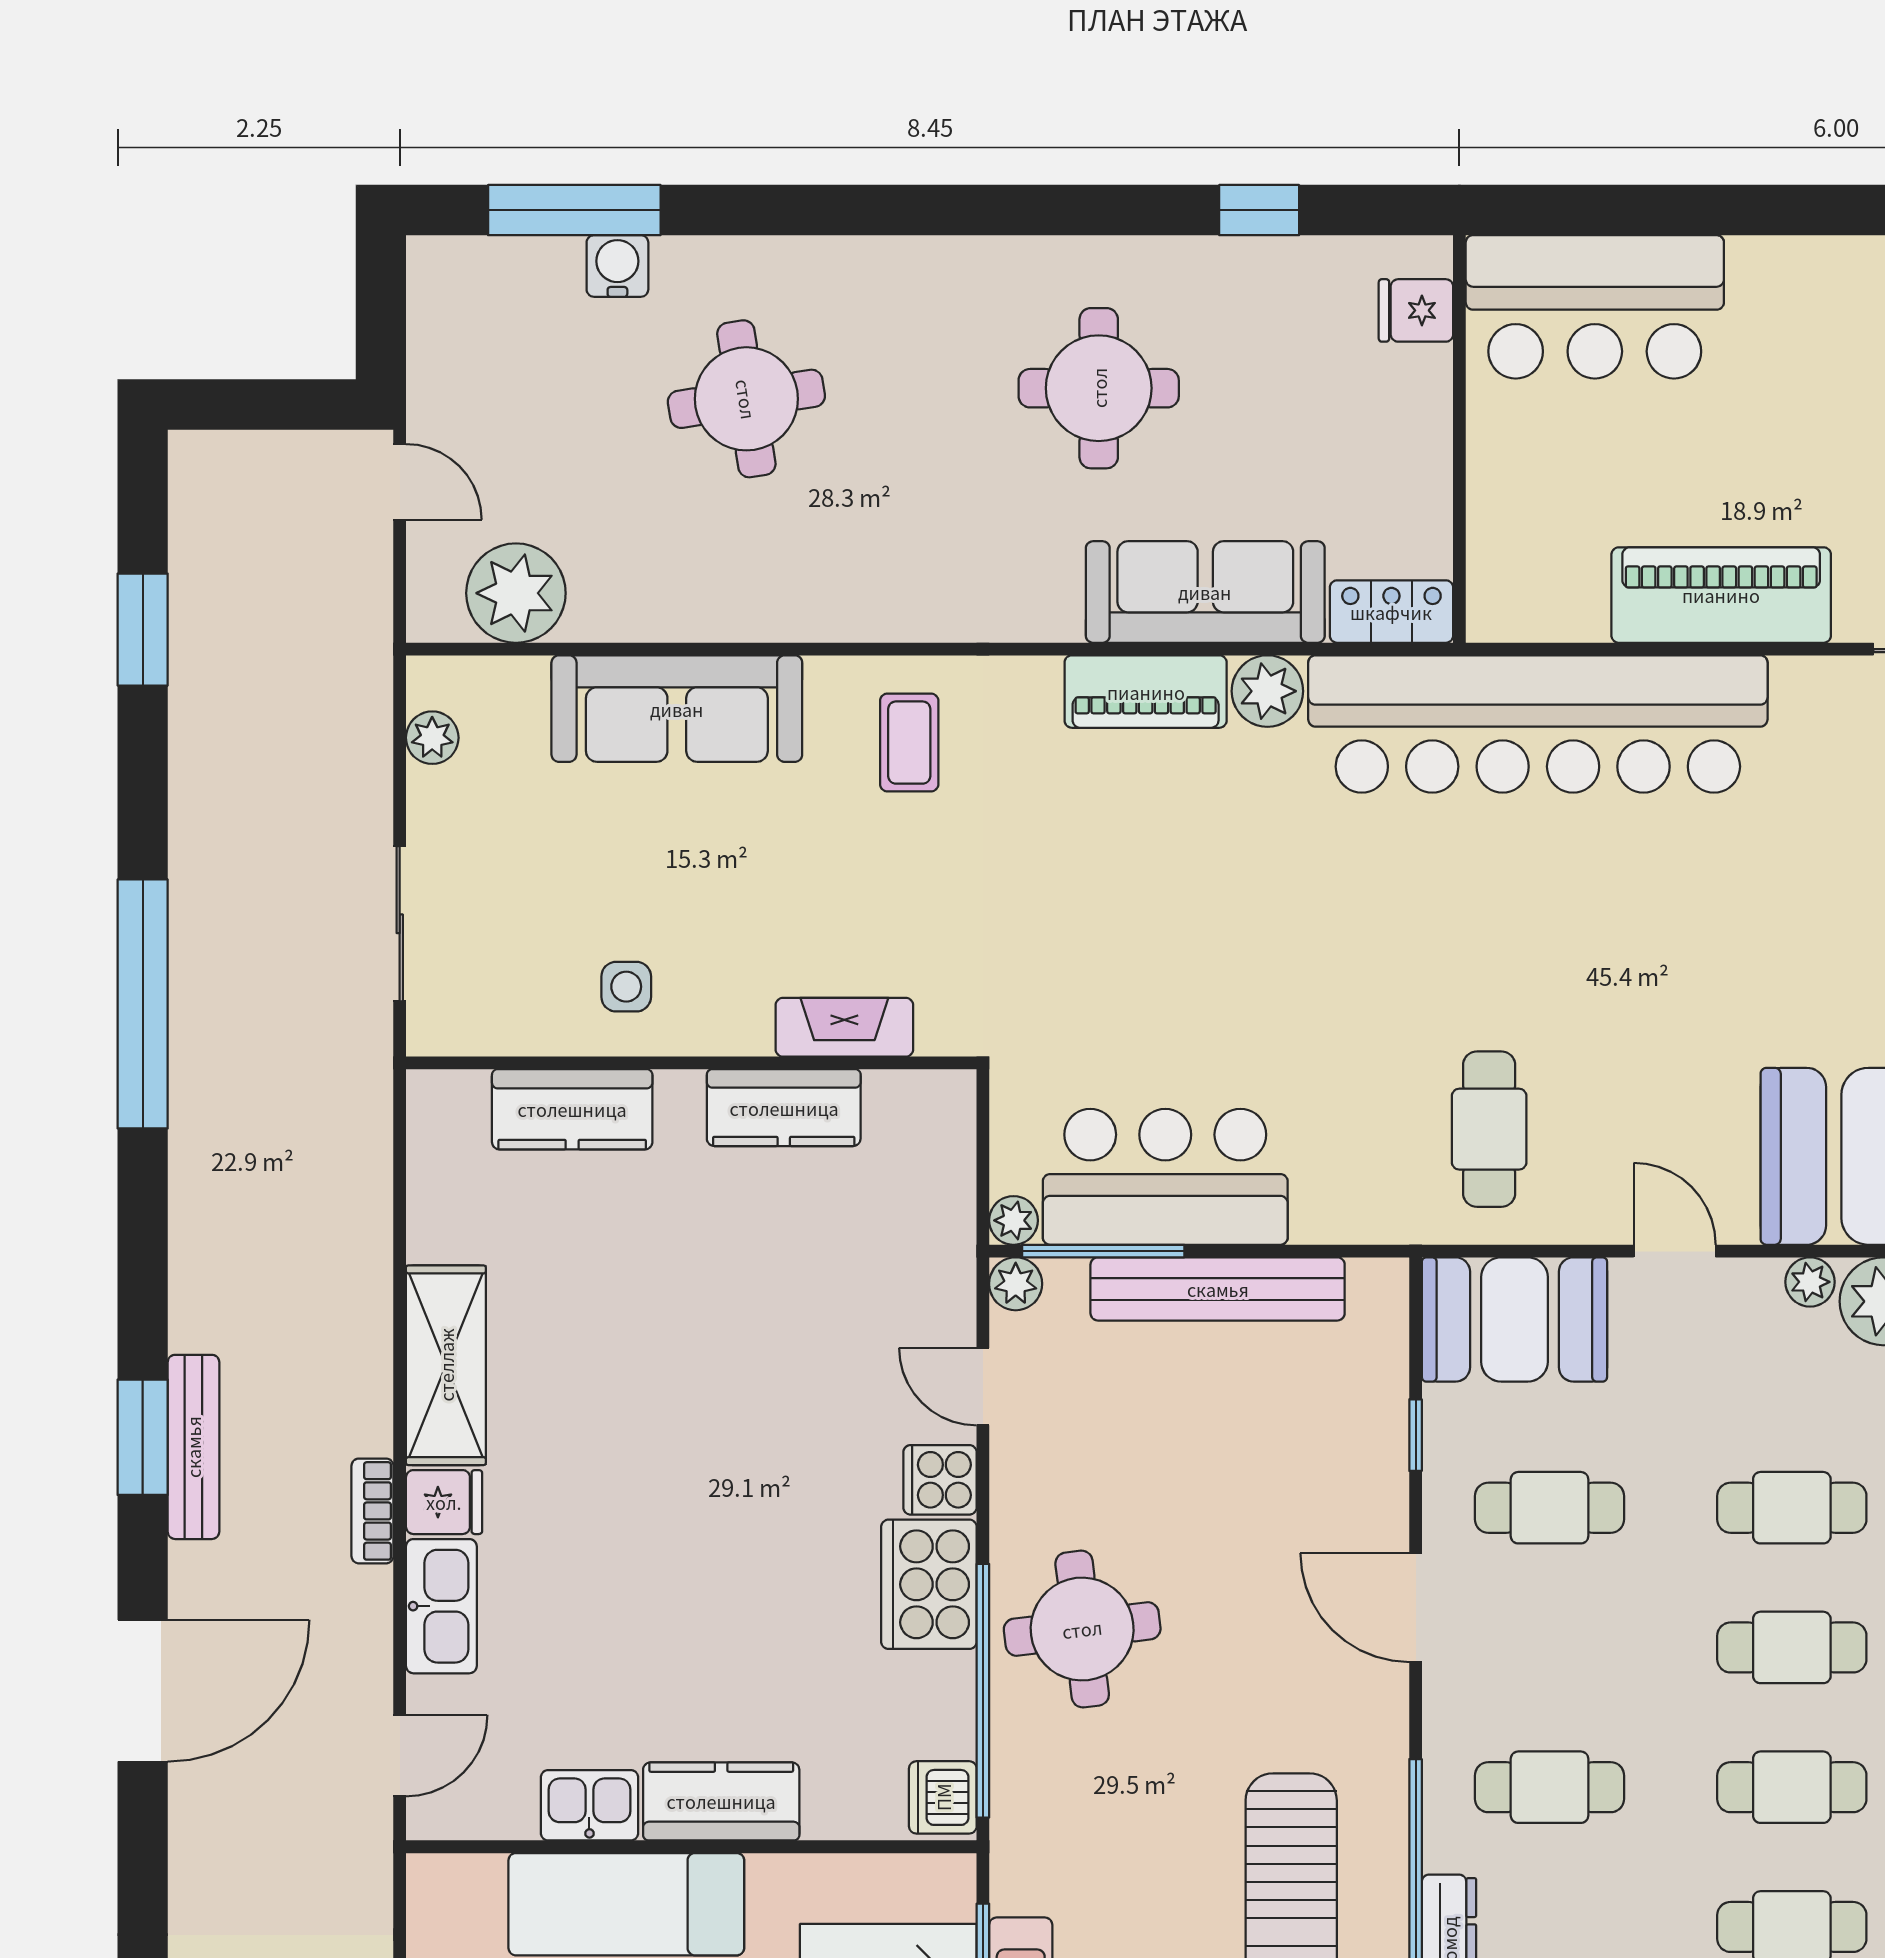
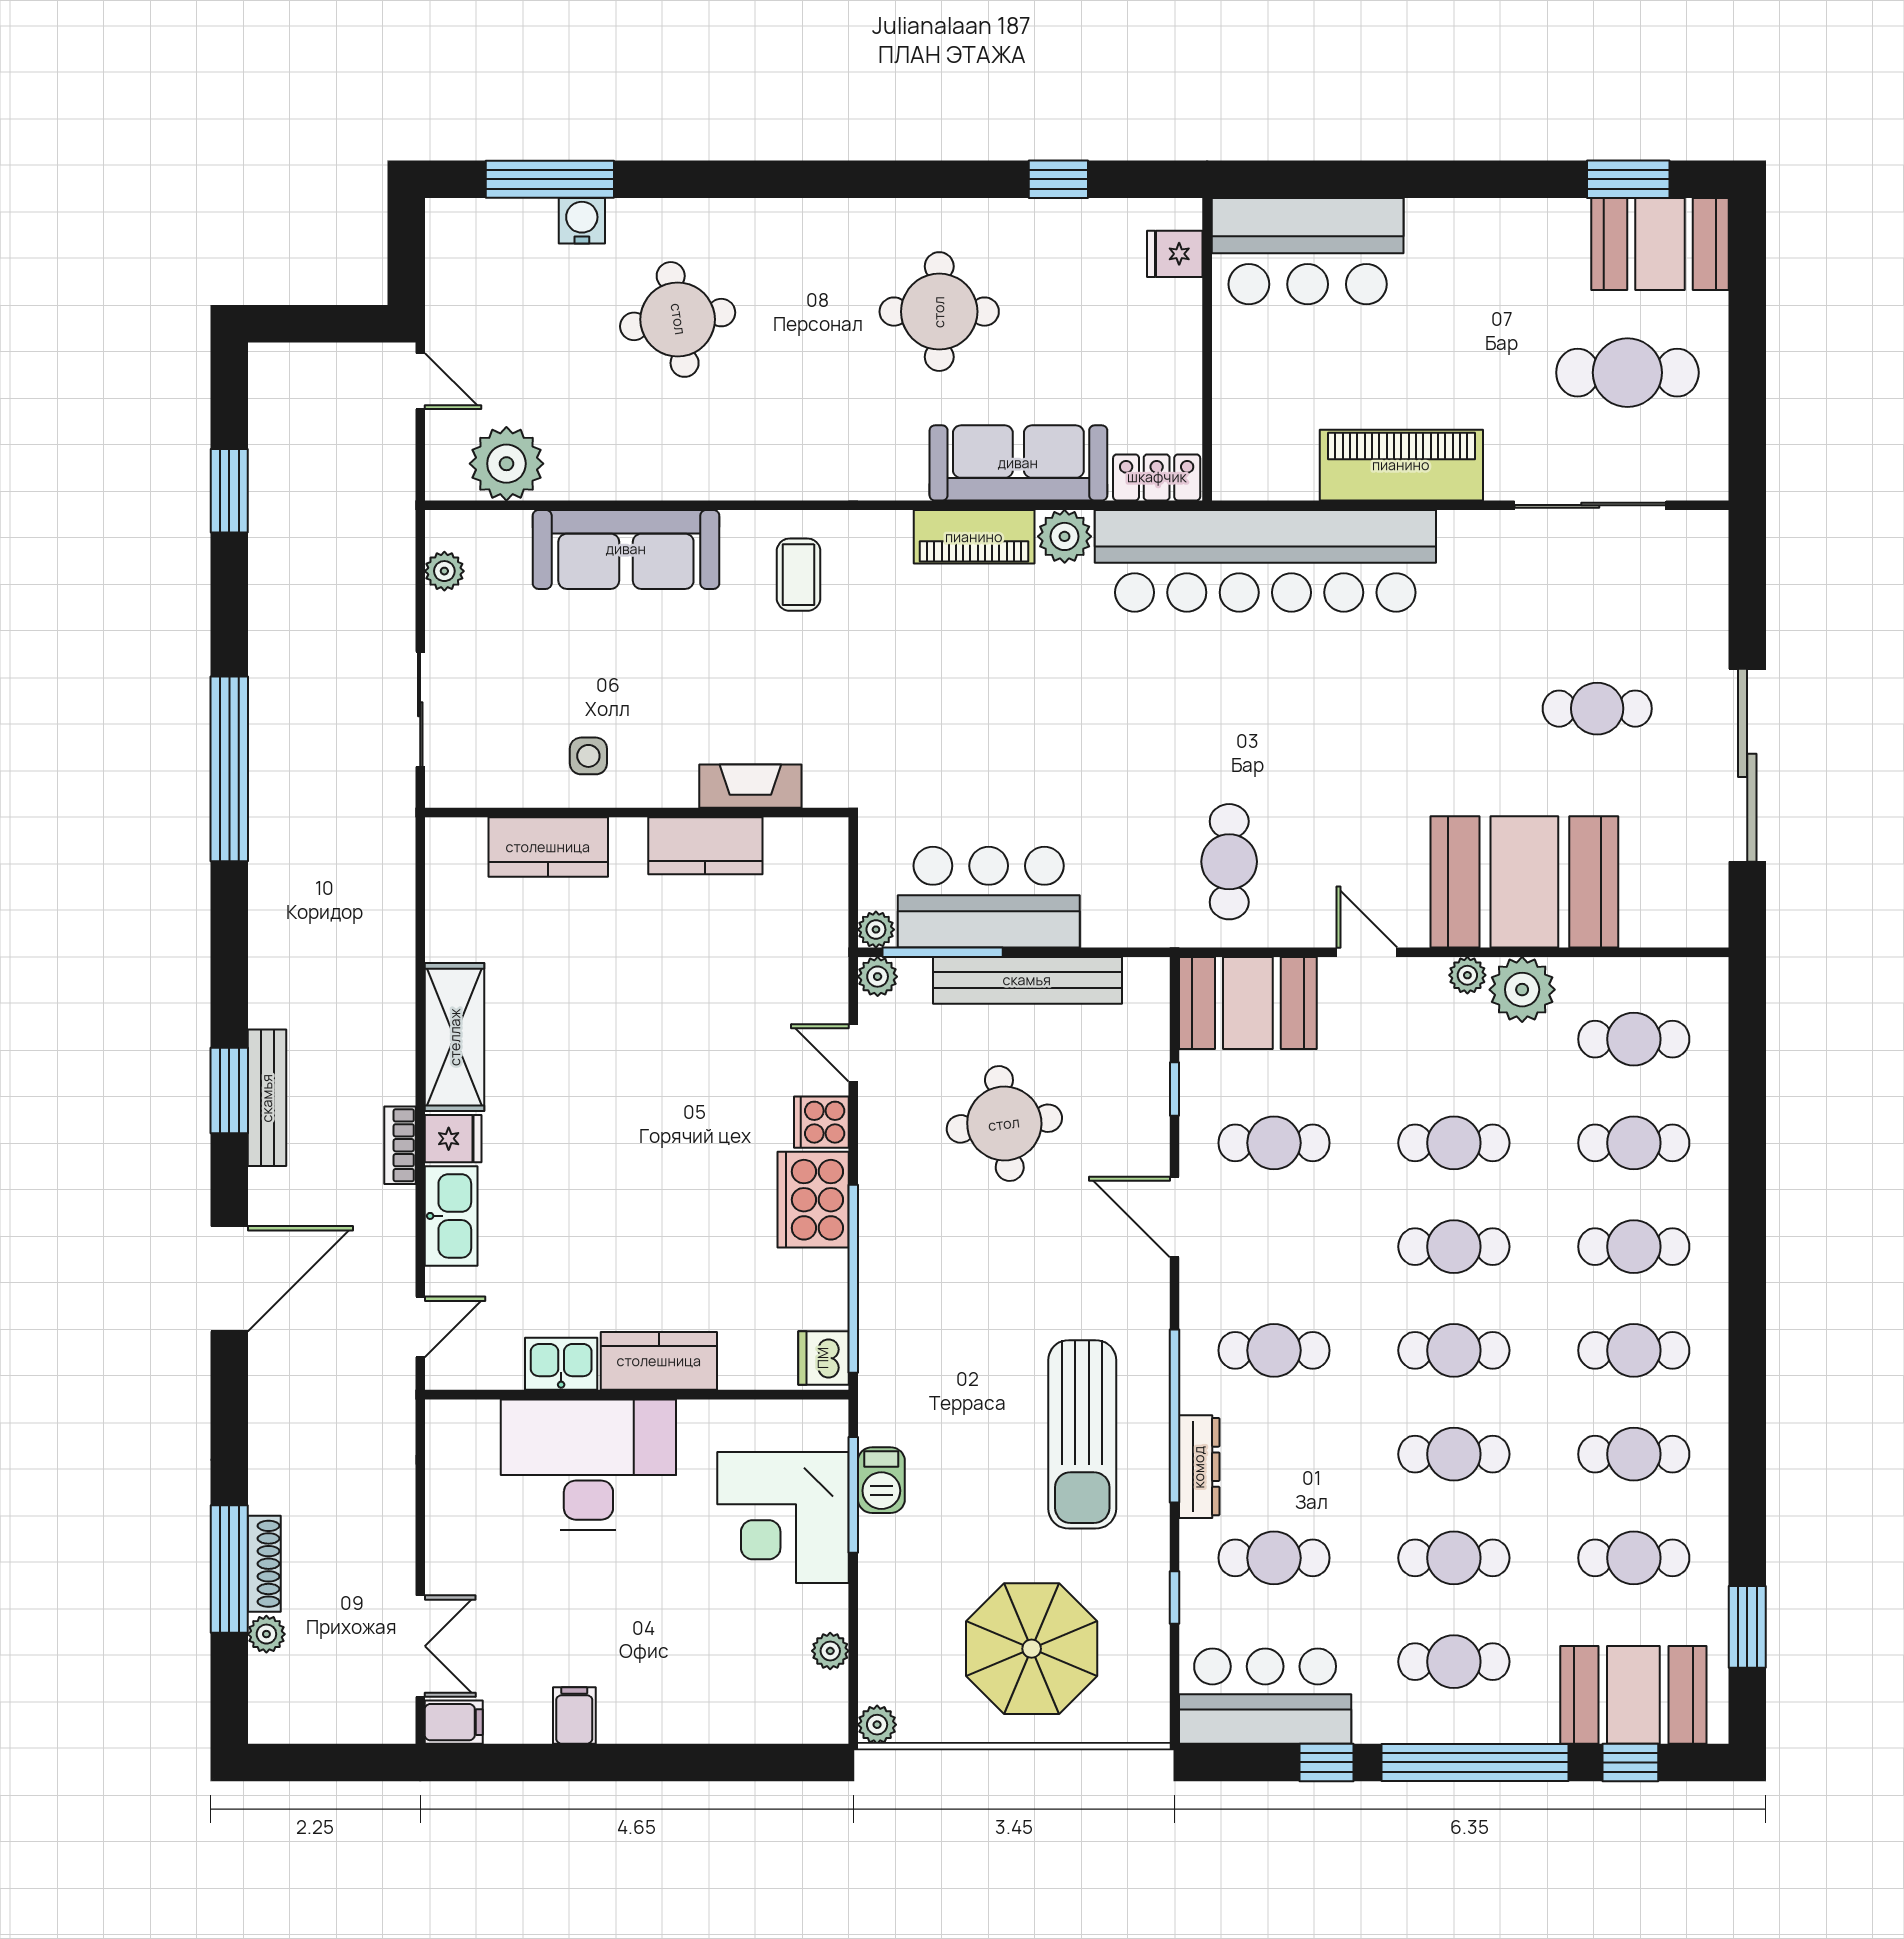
round table: (1082, 1629) -> (1004, 1124), moved

